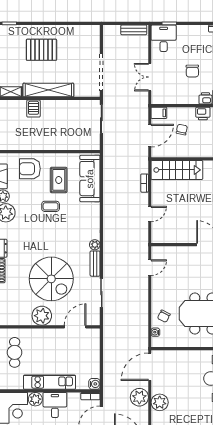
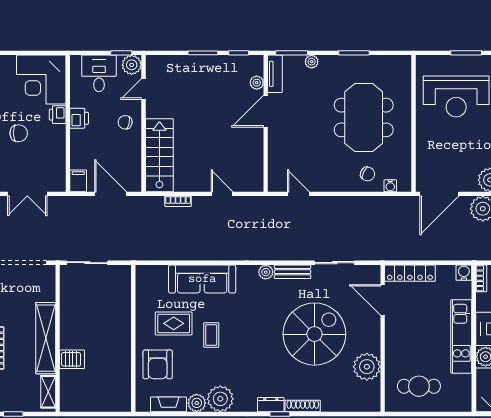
chair: (182, 130) -> (125, 122), moved
sofa: (90, 179) -> (202, 279), moved
plant: (42, 316) -> (367, 367), moved
locker: (94, 346) -> (410, 273), added
door: (150, 367) -> (439, 194), hinge flipped

